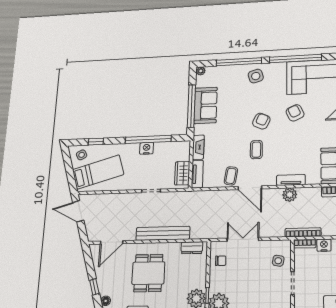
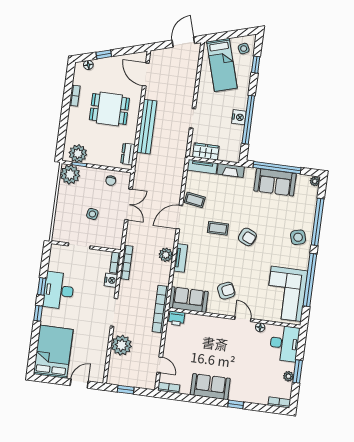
armchair: (295, 113) -> (226, 291), moved
side table: (278, 261) -> (92, 214), moved

